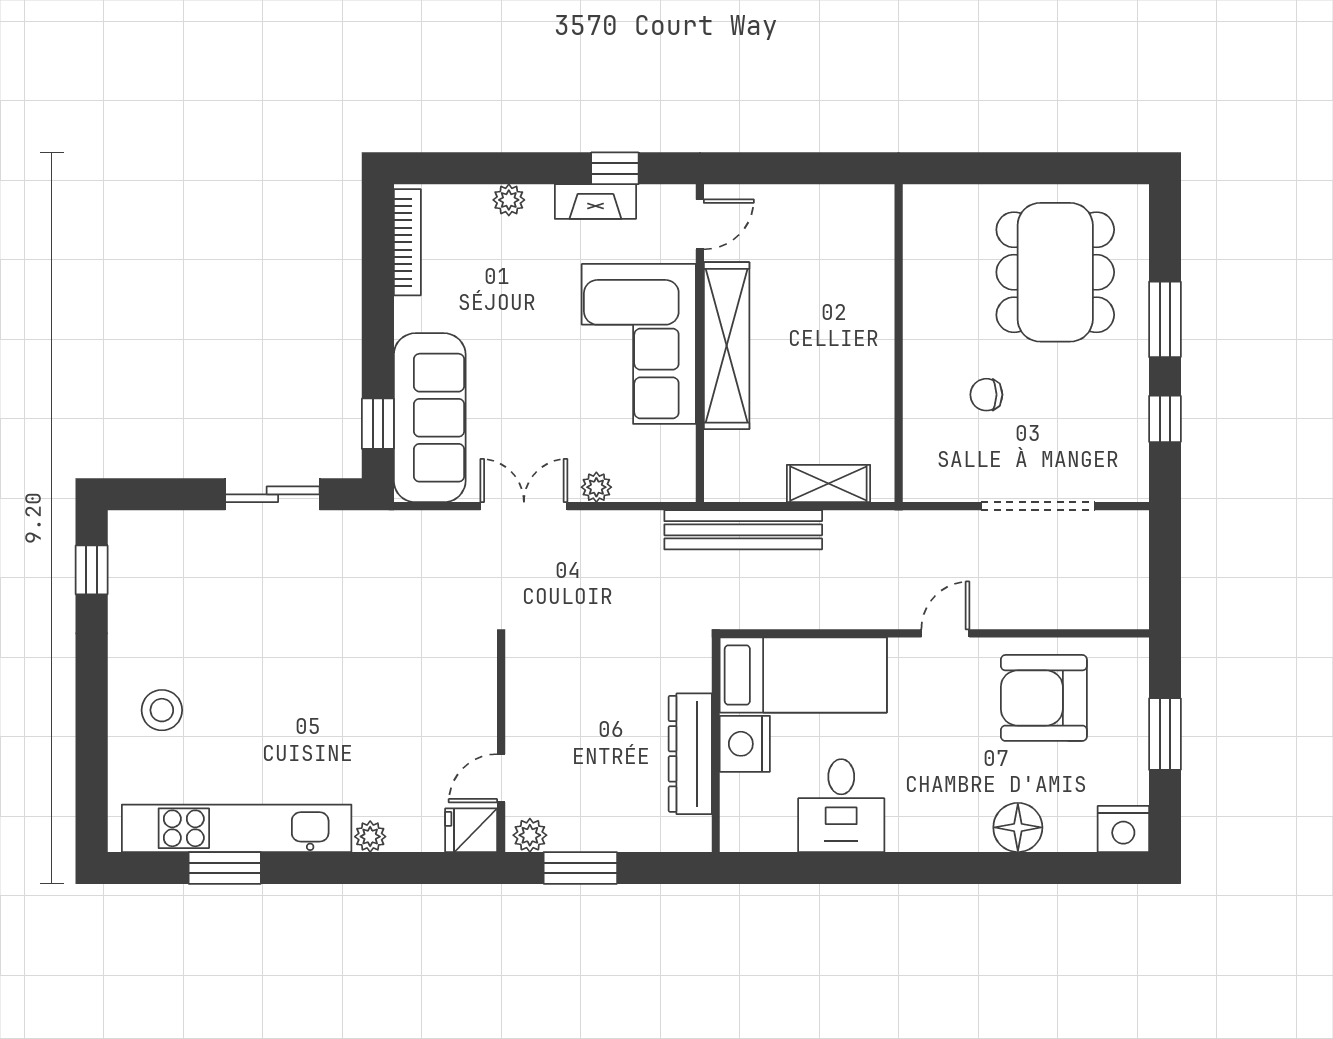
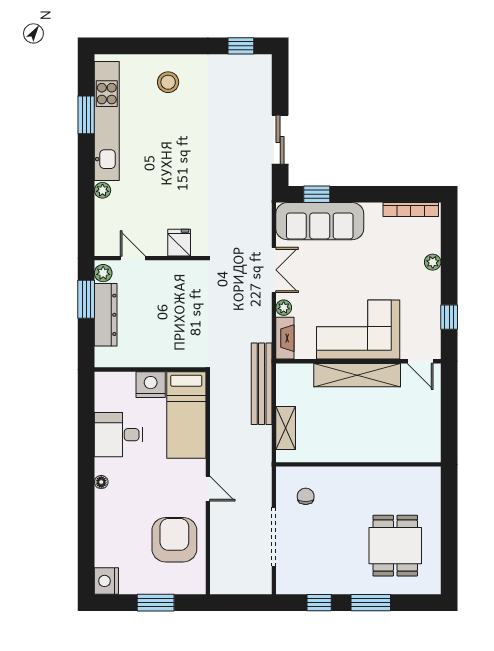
fireplace: (595, 202) -> (285, 338), moved, turned 180
dining table: (1055, 272) -> (395, 546), width x0.73
chair: (986, 395) -> (306, 496), moved
dresser: (690, 754) -> (106, 315), moved, turned 90
floor lamp: (1018, 827) -> (101, 482), moved, width x0.53, depth x0.53
fridge: (471, 830) -> (179, 243), moved

